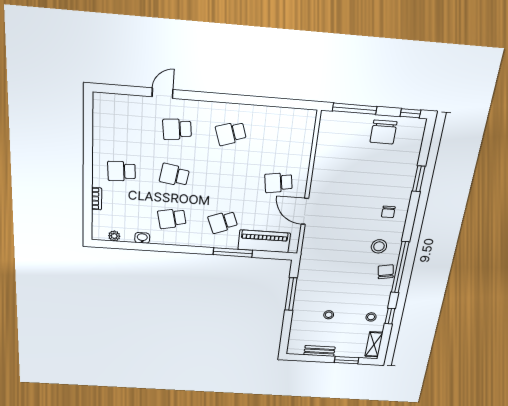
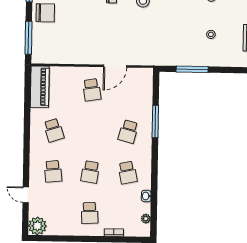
door: (163, 93) -> (26, 195), moved
plant: (105, 105) -> (37, 226), added
school desk: (223, 222) -> (128, 132), turned 36
piano: (264, 241) -> (40, 87), moved, turned 180

